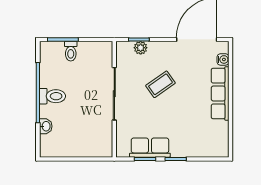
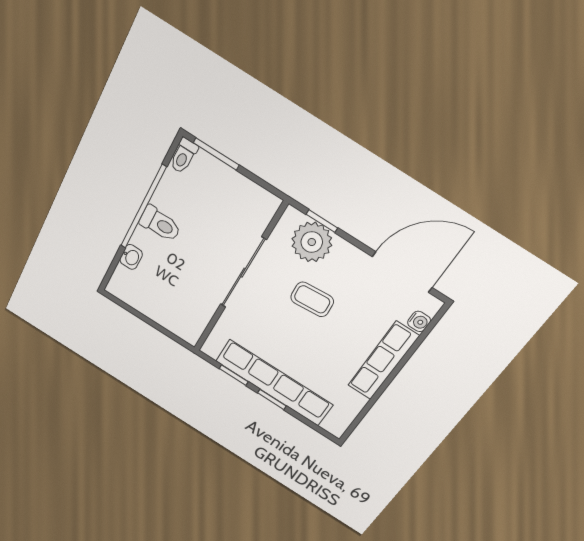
plant: (141, 48) -> (312, 242), width x1.87, depth x1.87
toilet: (71, 51) -> (184, 156), moved
coffee table: (160, 84) -> (312, 299), turned 31
row of seats: (150, 148) -> (274, 383), width x2.02

